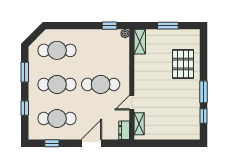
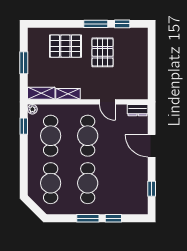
window: (25, 72) -> (88, 218), moved
pallet: (177, 98) -> (103, 52), added
cafe table: (57, 118) -> (51, 136), moved
shelving: (139, 124) -> (68, 94), moved

